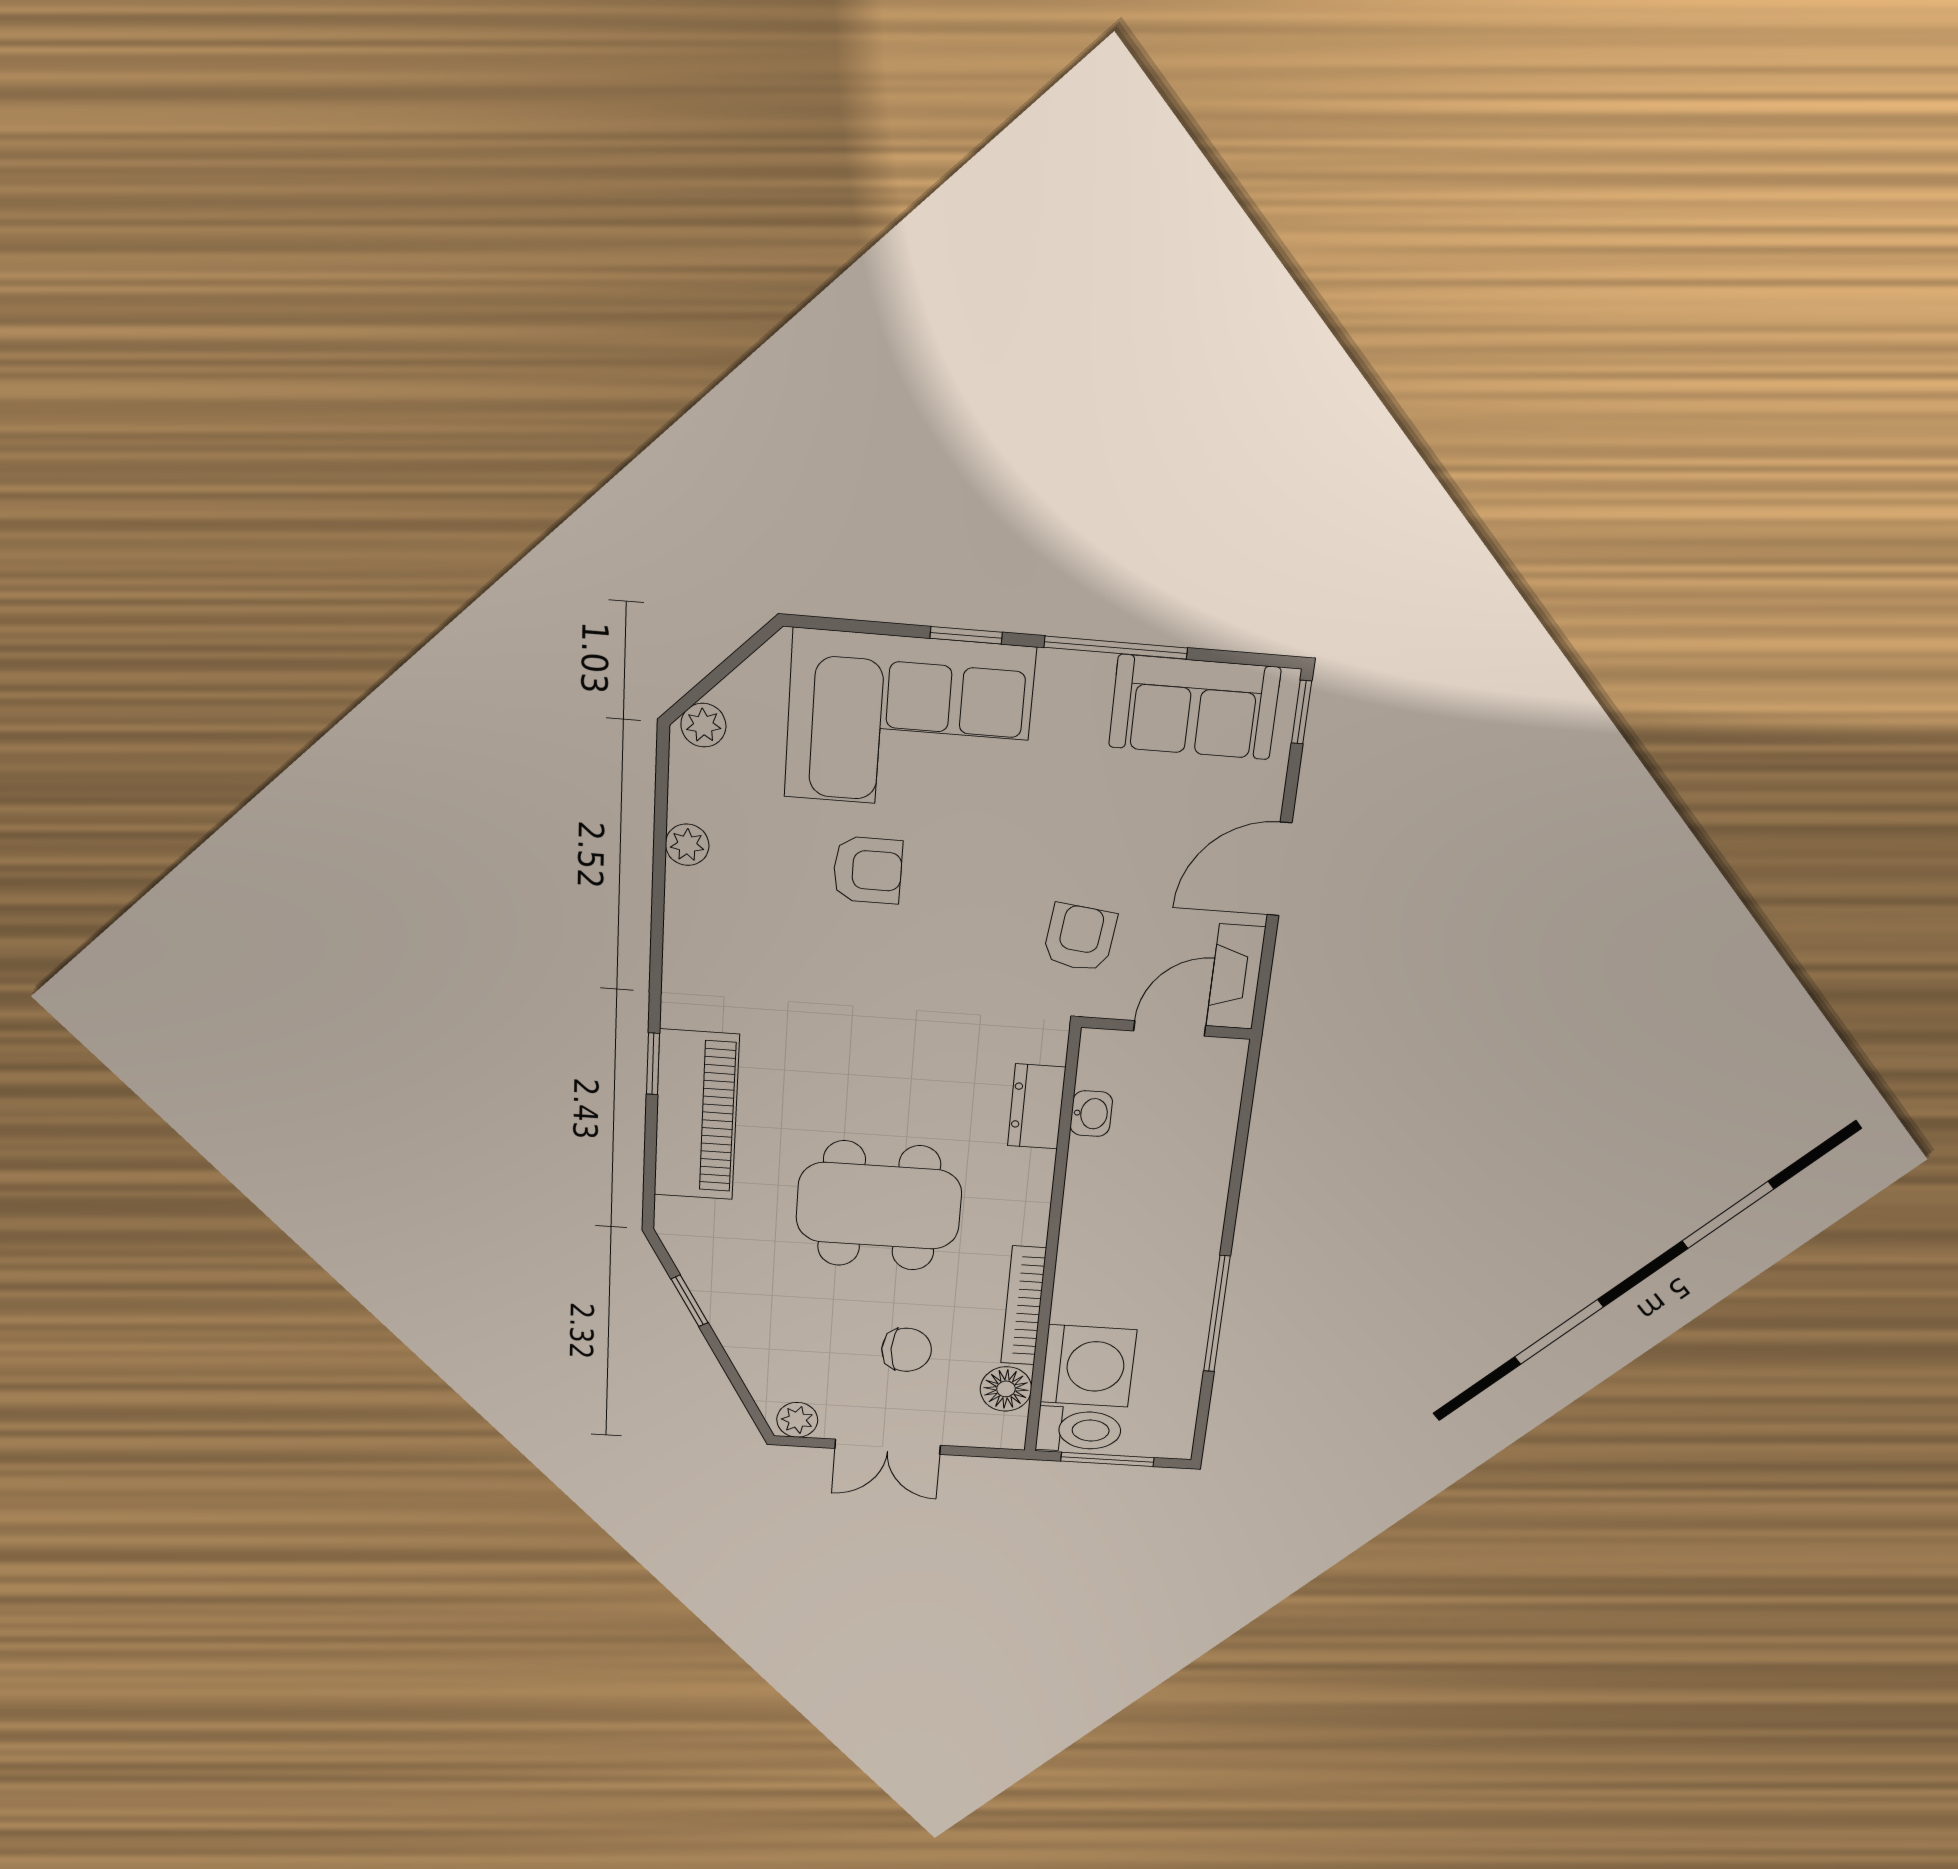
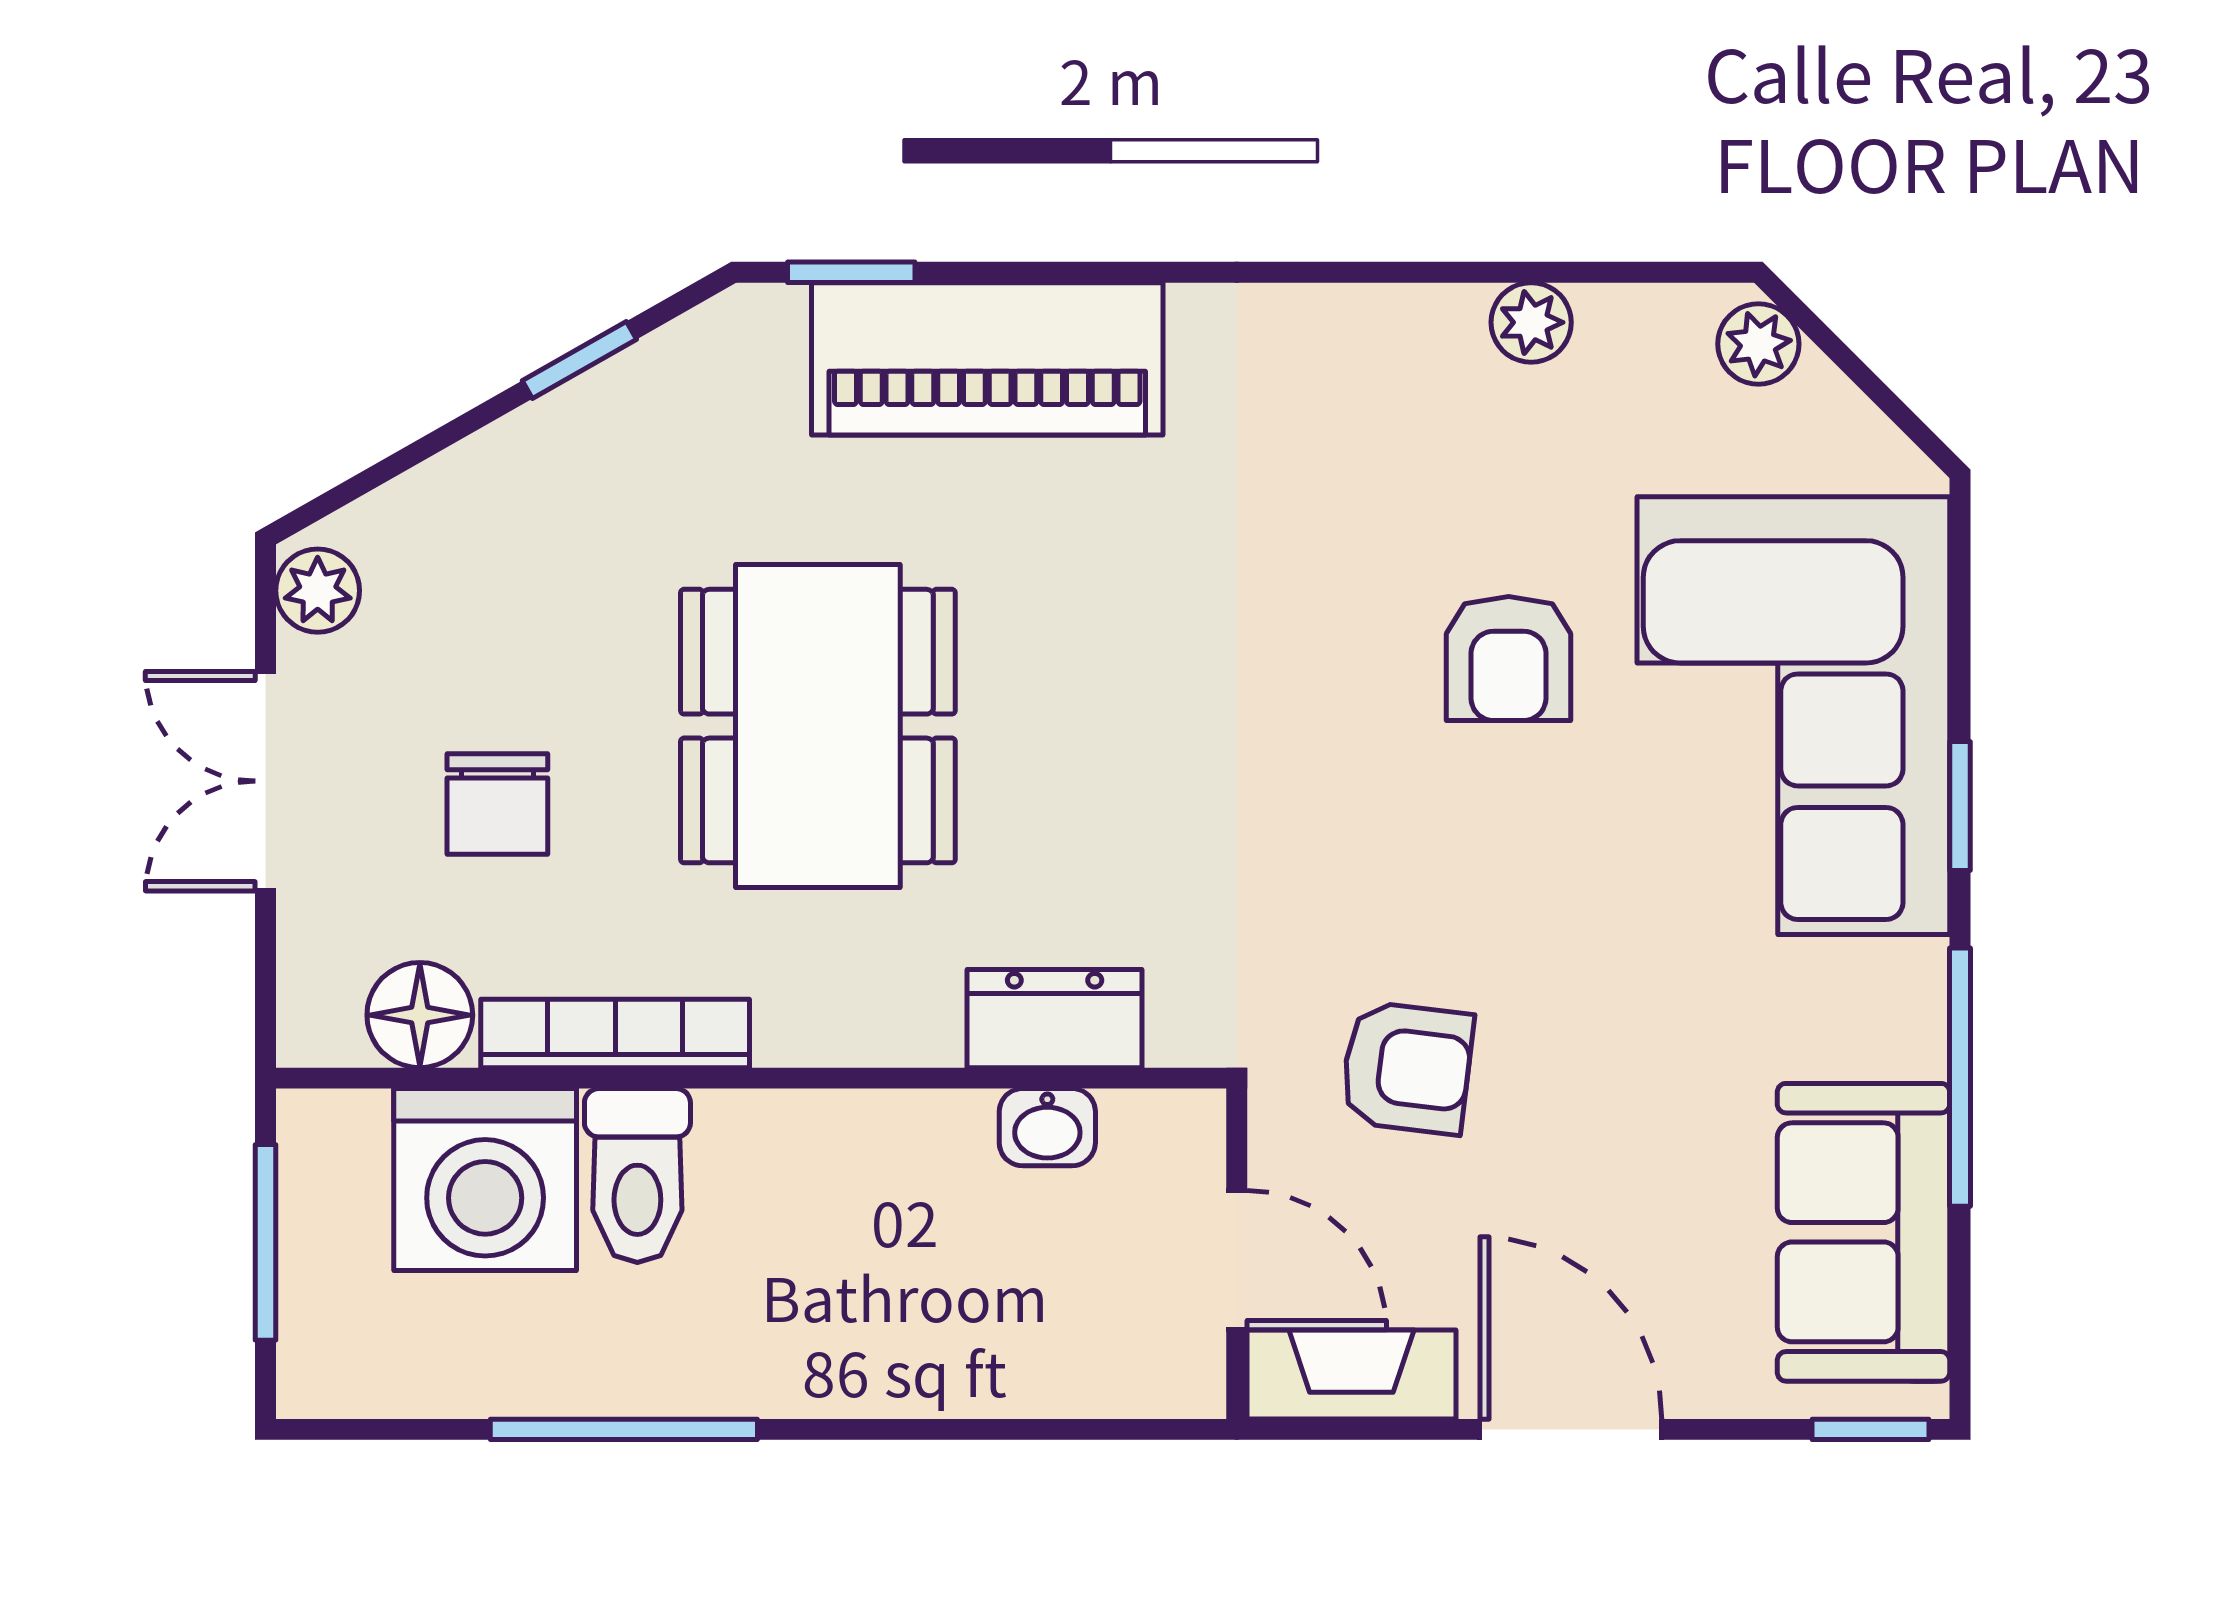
window: (653, 1064) -> (851, 272), moved
toilet: (1079, 1430) -> (637, 1175), moved

